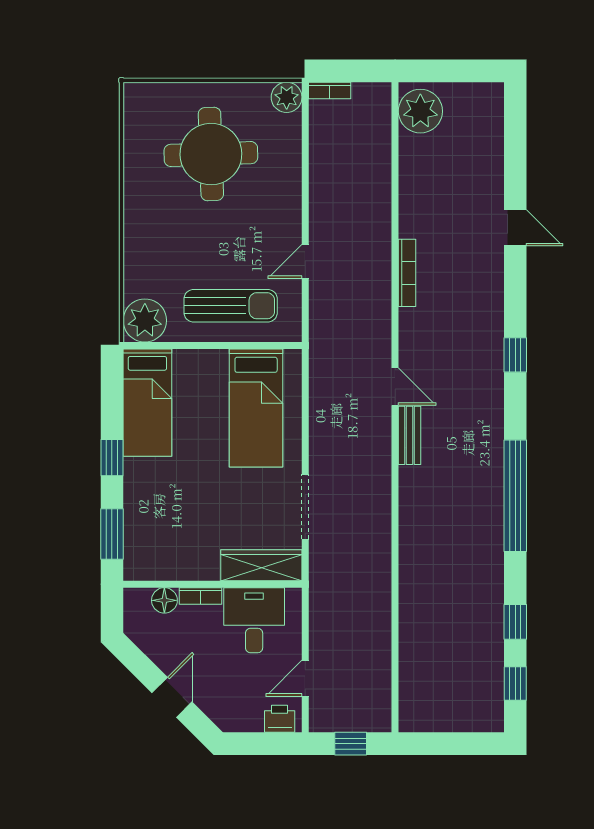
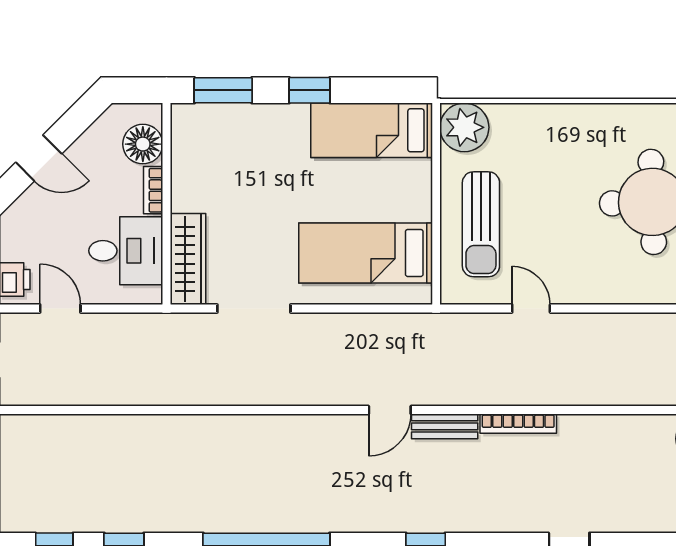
bench: (410, 435) -> (445, 426), moved
floor lamp: (164, 600) -> (143, 144), width x1.38, depth x1.38

